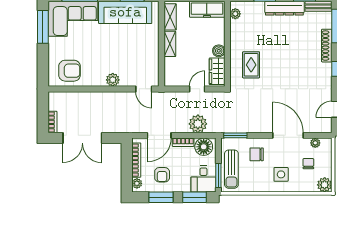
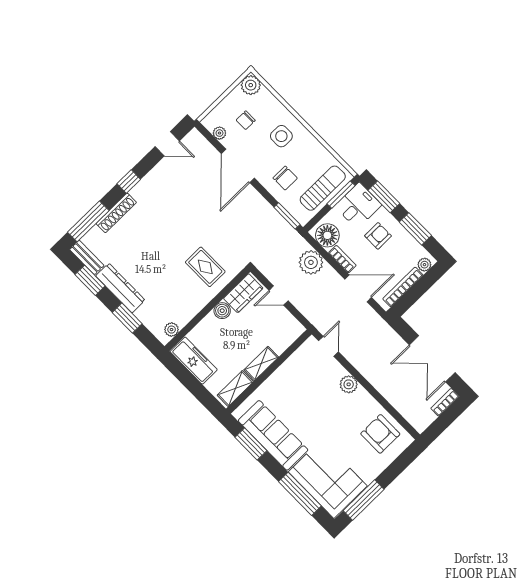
rug: (251, 65) -> (205, 267), turned 90
double door: (82, 138) -> (432, 359), swing flipped
armchair: (162, 175) -> (378, 236), moved

